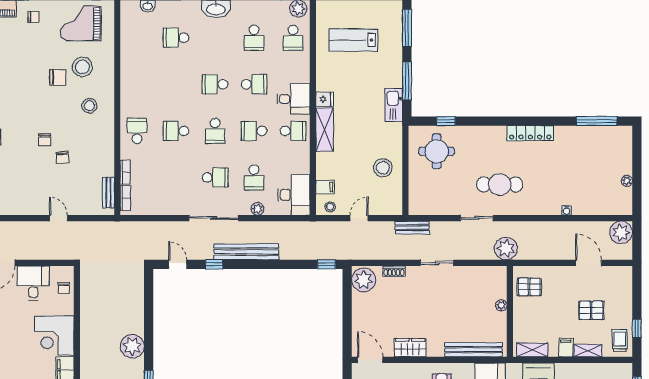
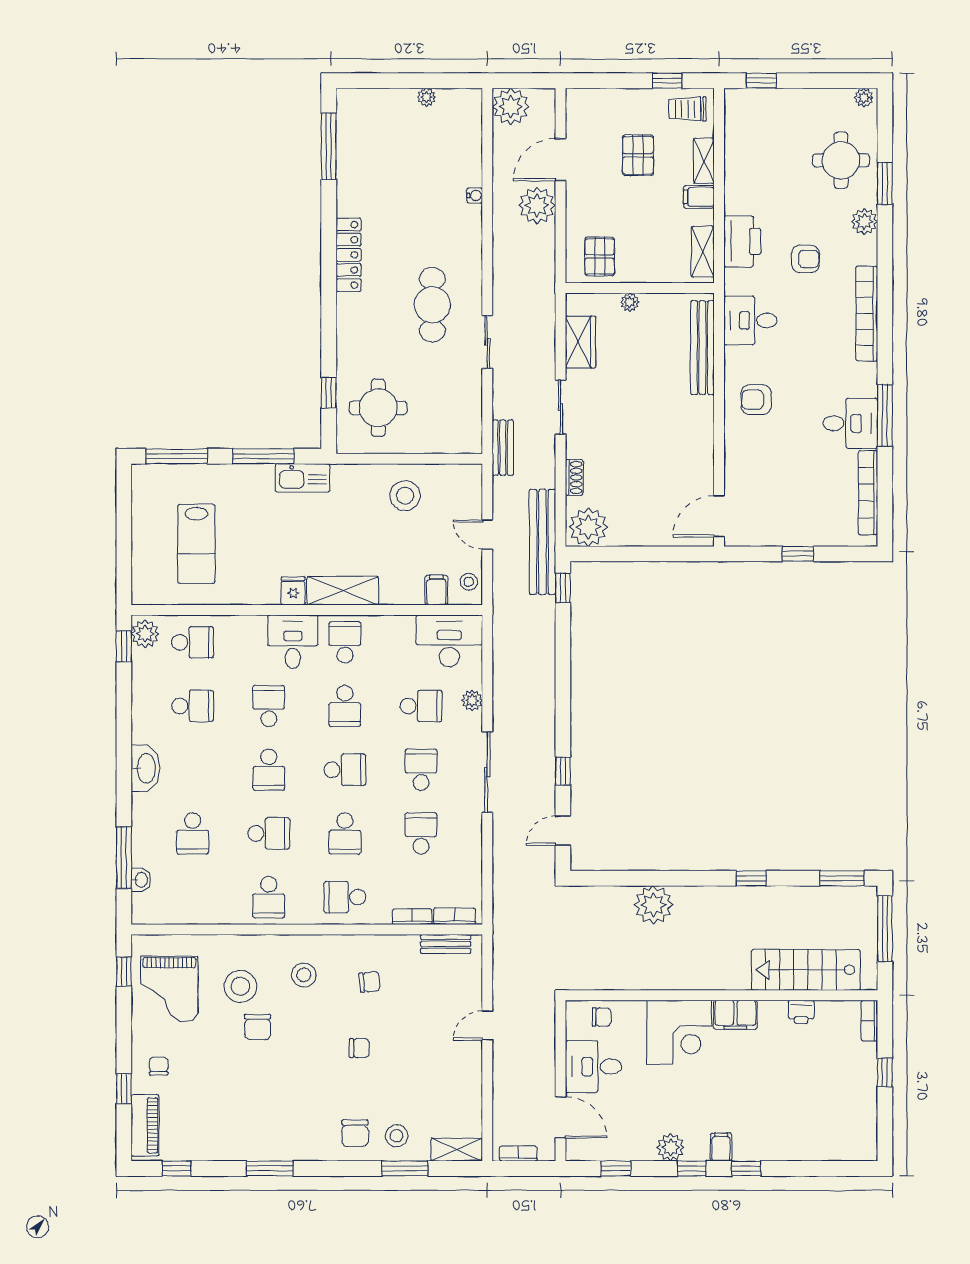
chair: (58, 77) -> (258, 1027), turned 180
school desk: (137, 84) -> (269, 897), added
school desk: (176, 84) -> (269, 833), added
chair: (63, 158) -> (370, 982), moved
school desk: (176, 177) -> (421, 833), added
plant: (506, 249) -> (537, 205), moved
bench: (246, 252) -> (542, 542), moved
plant: (132, 346) -> (653, 905), moved
wardrobe: (410, 348) -> (580, 342), moved, turned 180

